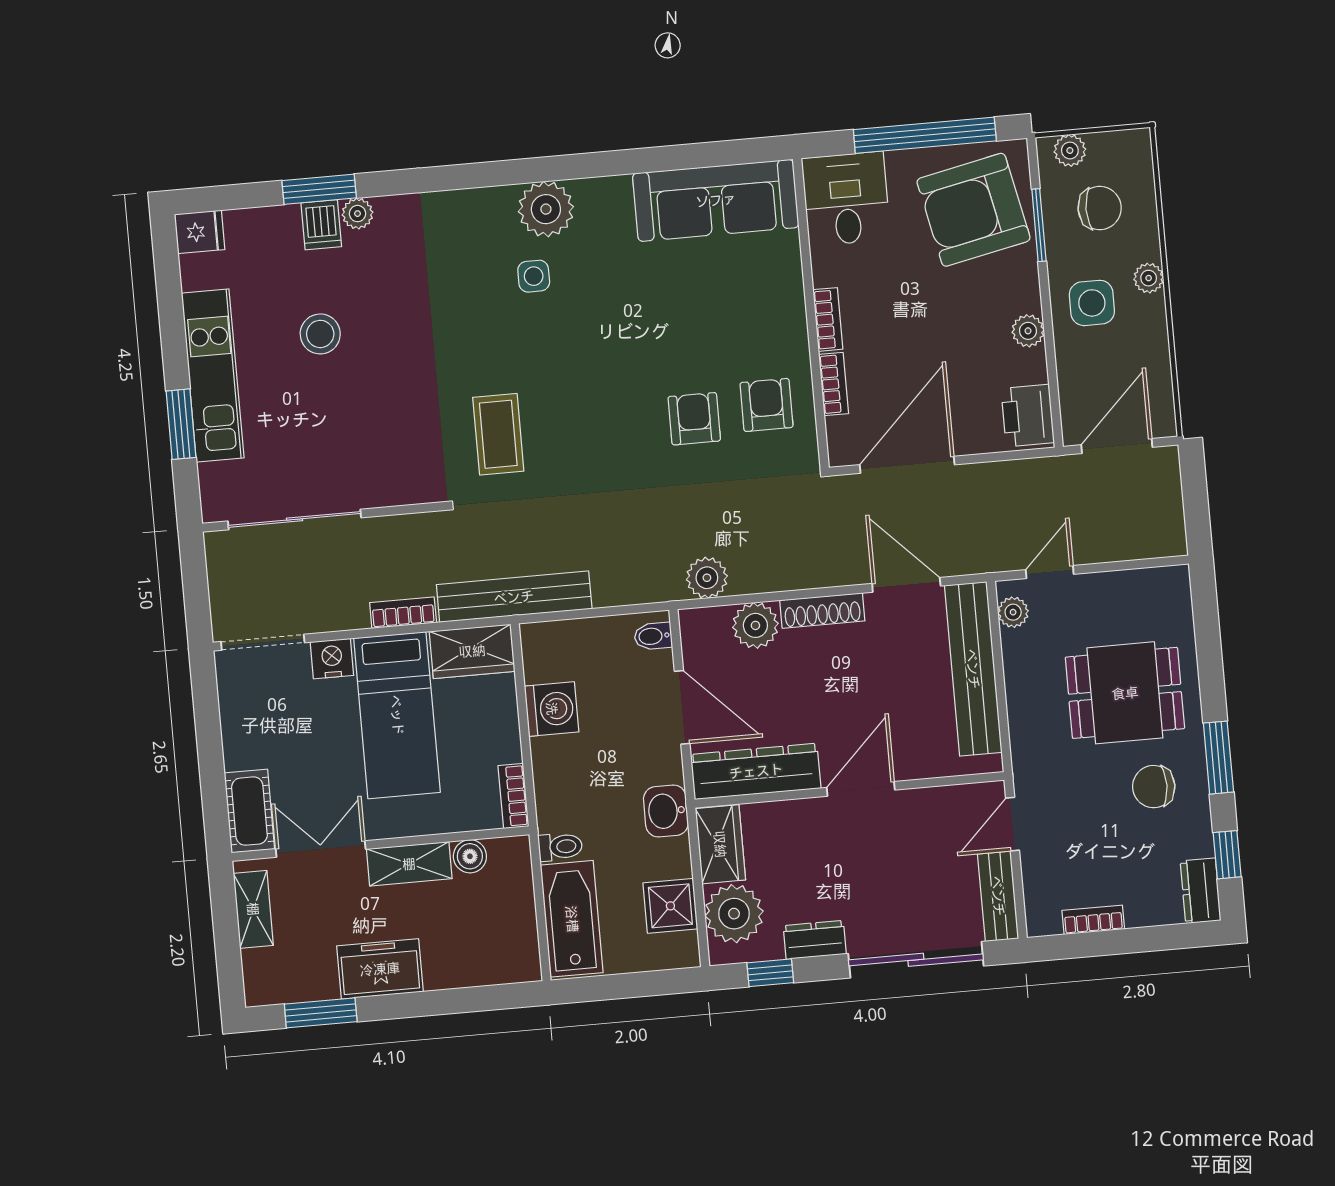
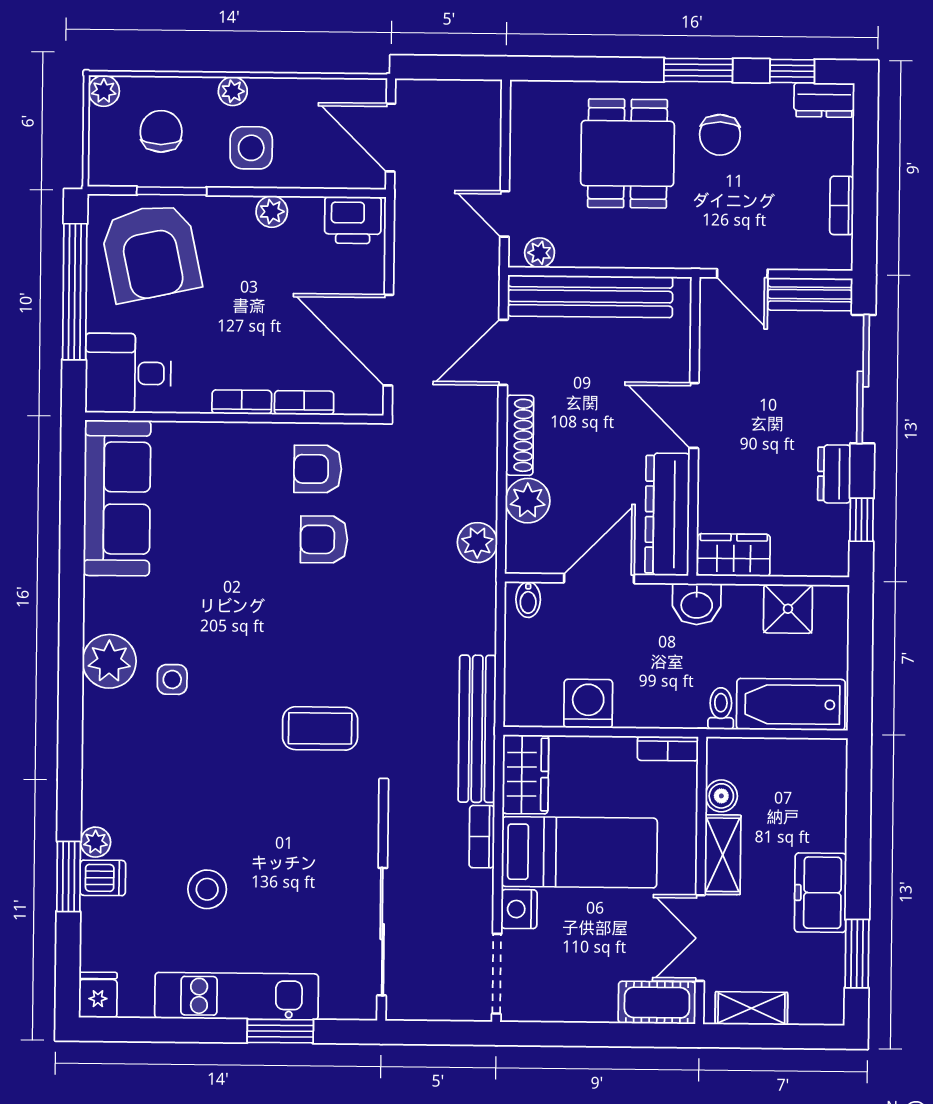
plant: (1070, 150) -> (104, 91), moved
plant: (734, 914) -> (801, 549), removed

